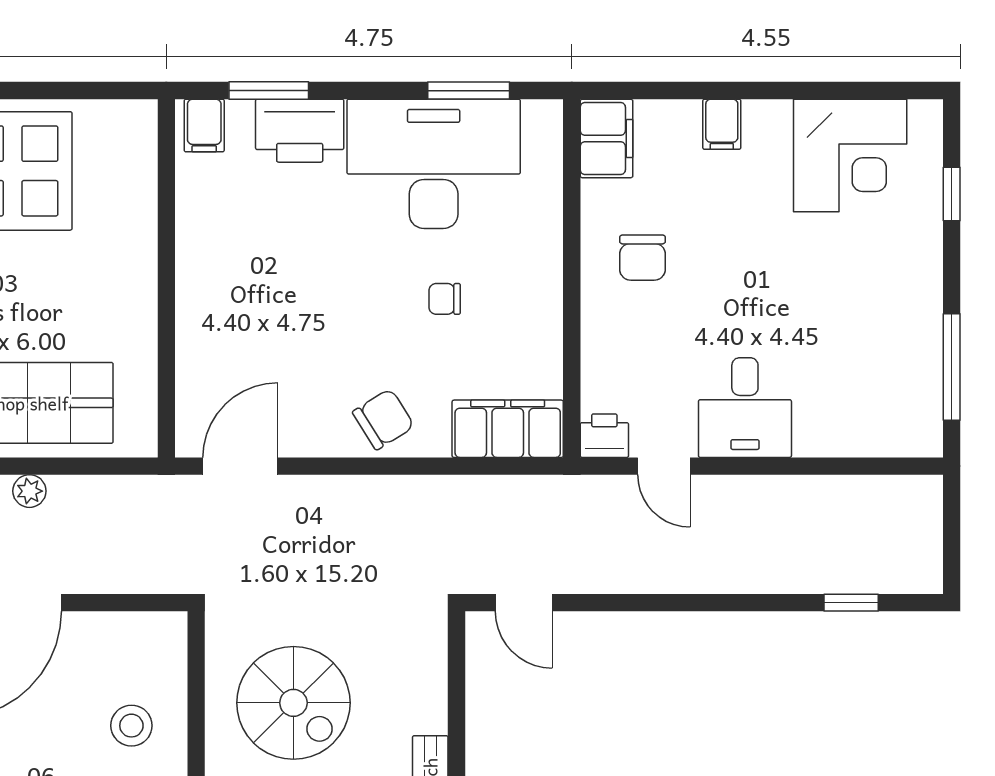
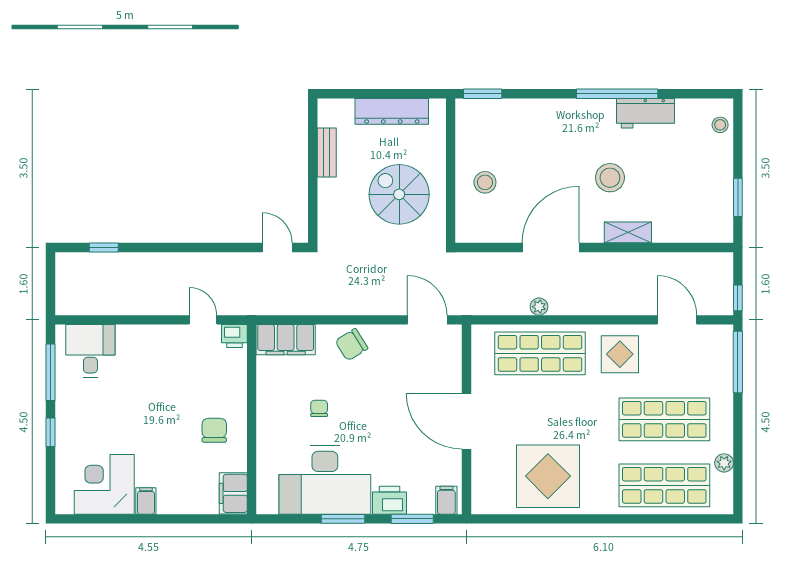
window: (469, 91) -> (343, 519), moved
filing cabinet: (722, 124) -> (146, 501), moved
printer: (300, 131) -> (390, 500), width x0.73, depth x0.84
window: (952, 194) -> (50, 432), moved
door: (166, 274) -> (466, 421), added
chair: (445, 299) -> (319, 408), turned -90
desk: (745, 408) -> (90, 351), moved
door: (240, 466) -> (427, 320), swing flipped

